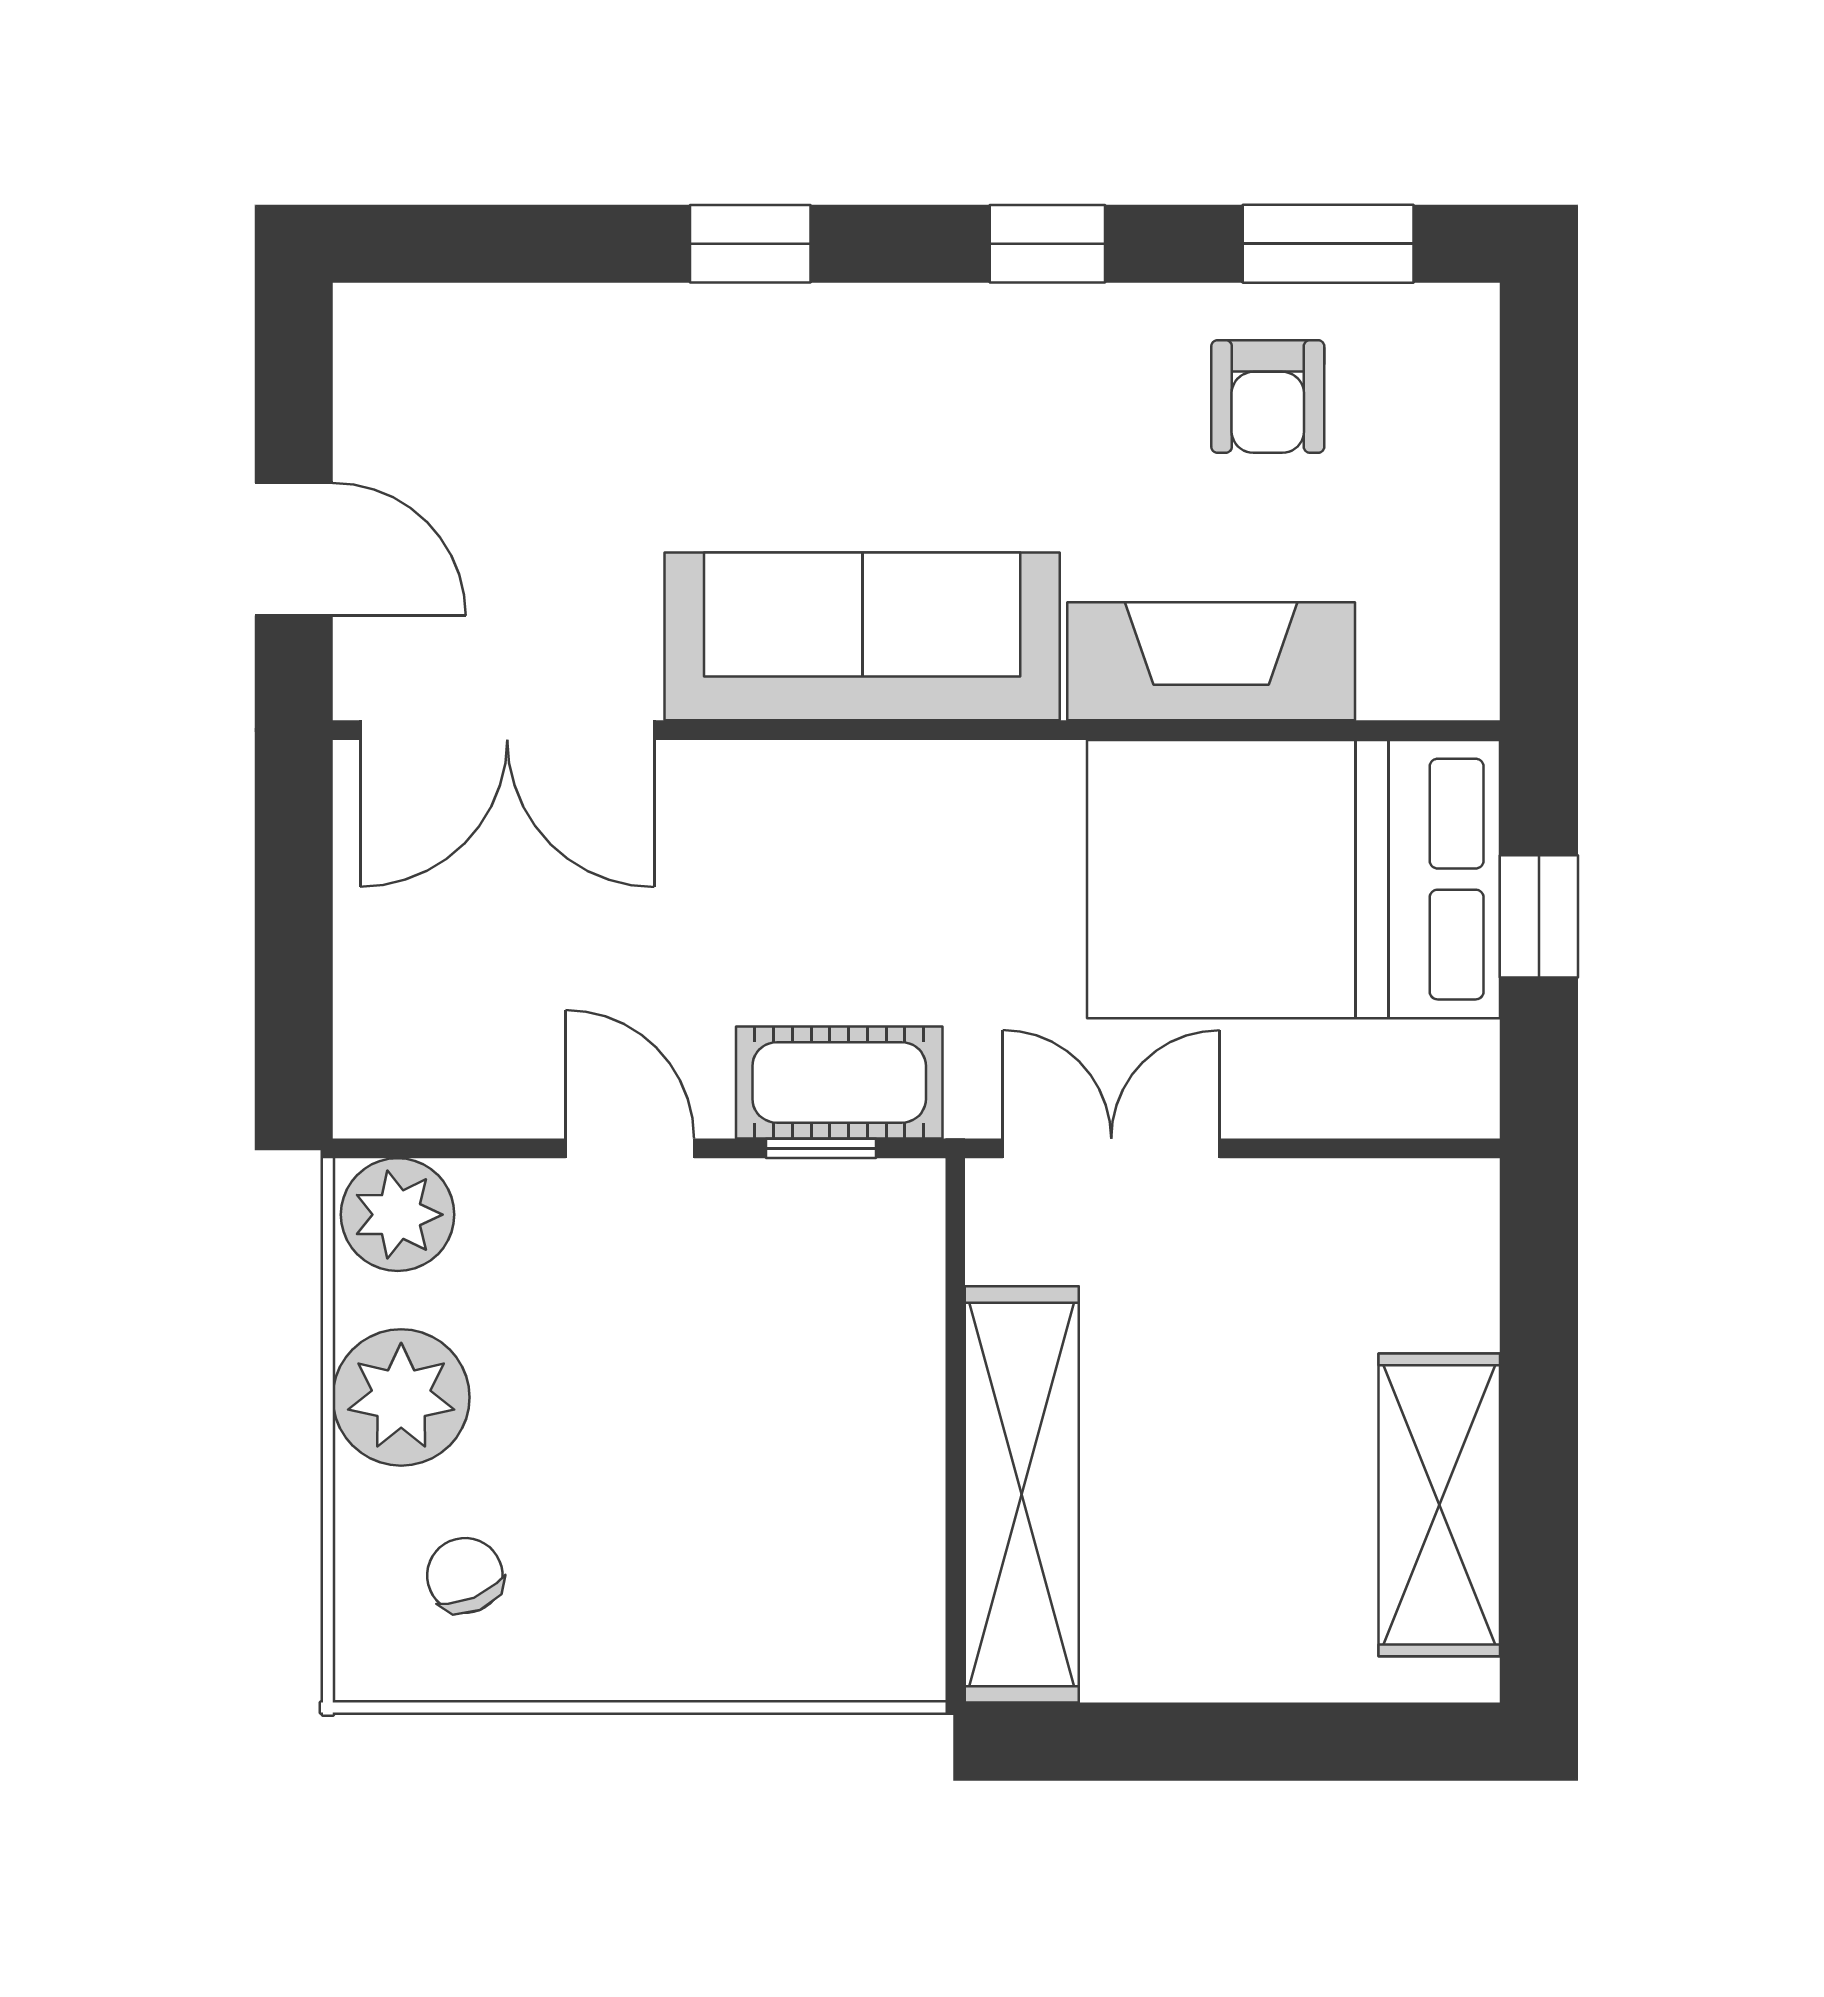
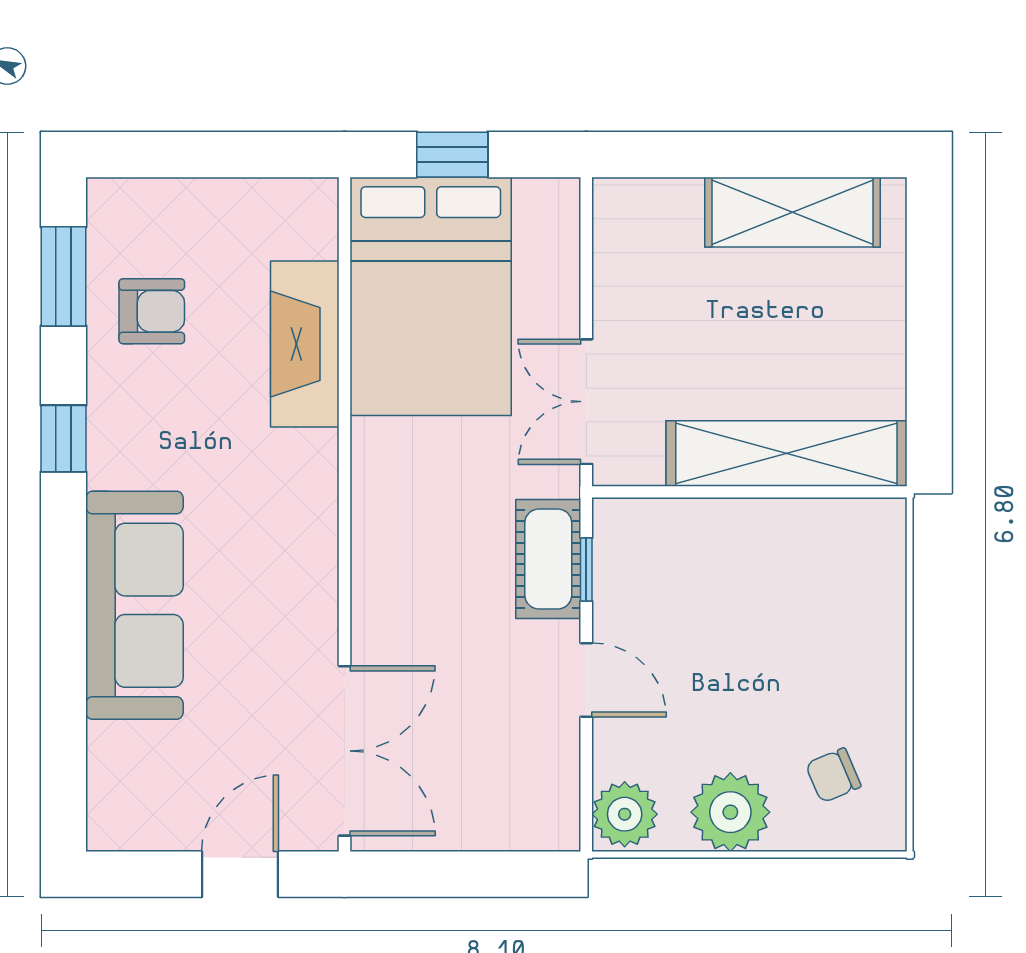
window: (750, 244) -> (63, 610), removed
sofa: (862, 636) -> (135, 605), moved, turned 180
door: (630, 1148) -> (586, 680), swing flipped

